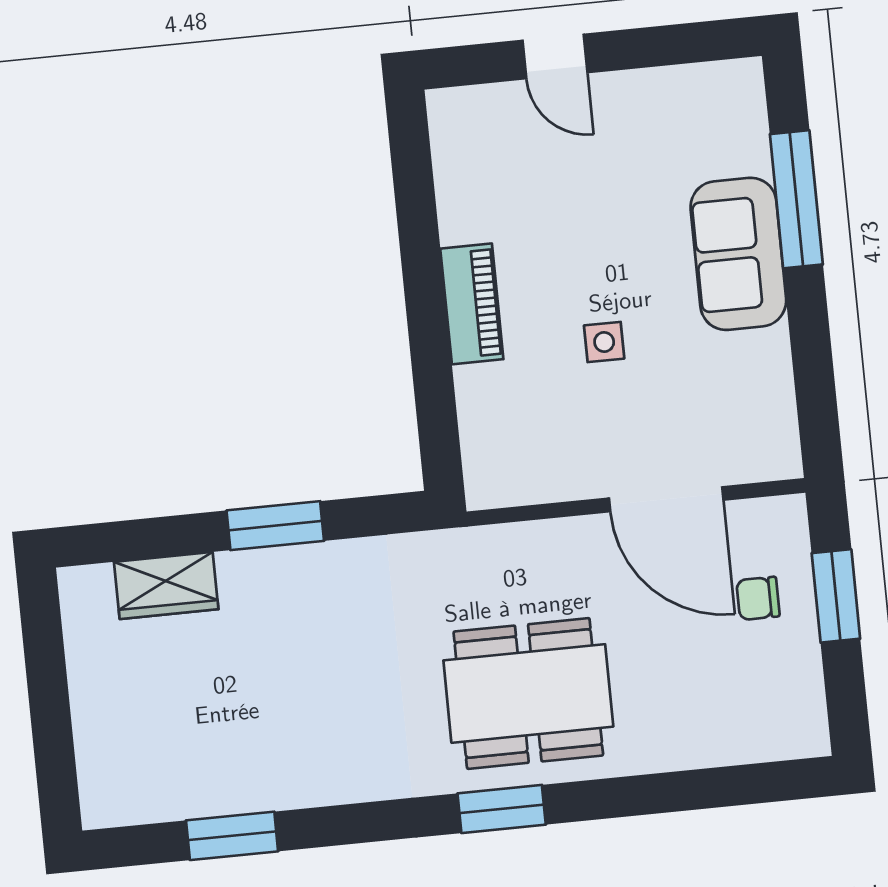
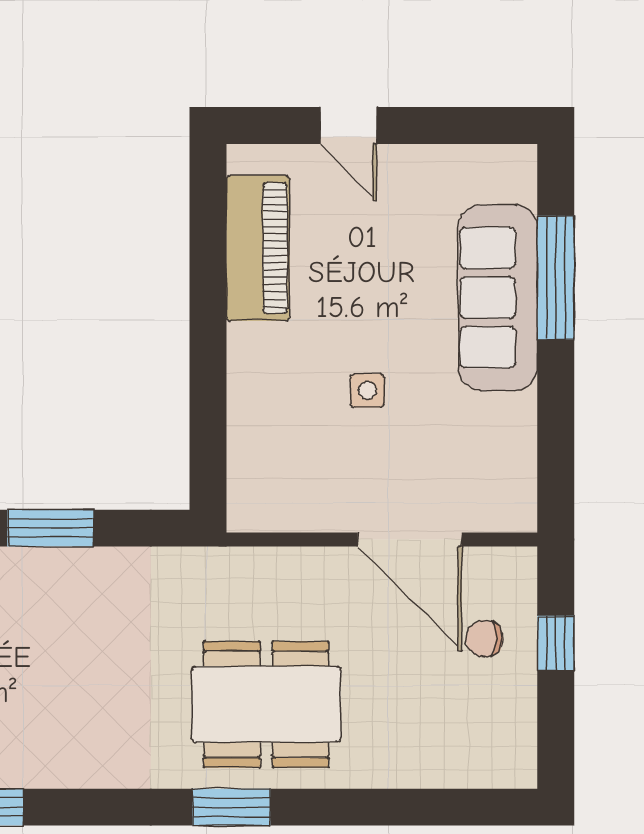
sofa: (738, 254) -> (498, 298), width x1.36
piano: (472, 304) -> (258, 248), moved, width x1.37, depth x1.33
window: (836, 596) -> (556, 643), width x0.67

